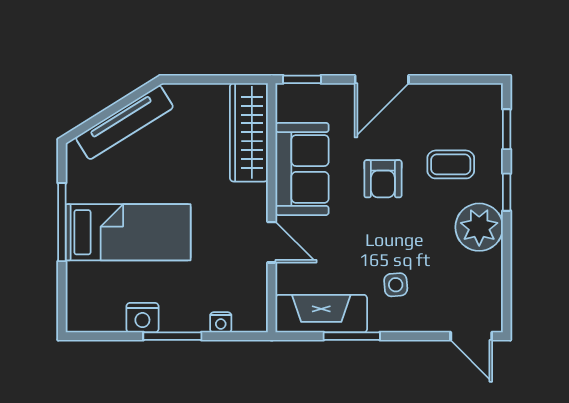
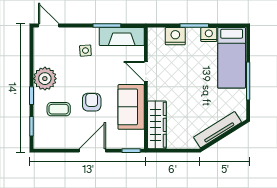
bed: (128, 232) -> (232, 58), moved, turned -90
nightstand: (221, 322) -> (175, 36), width x1.89, depth x1.79

